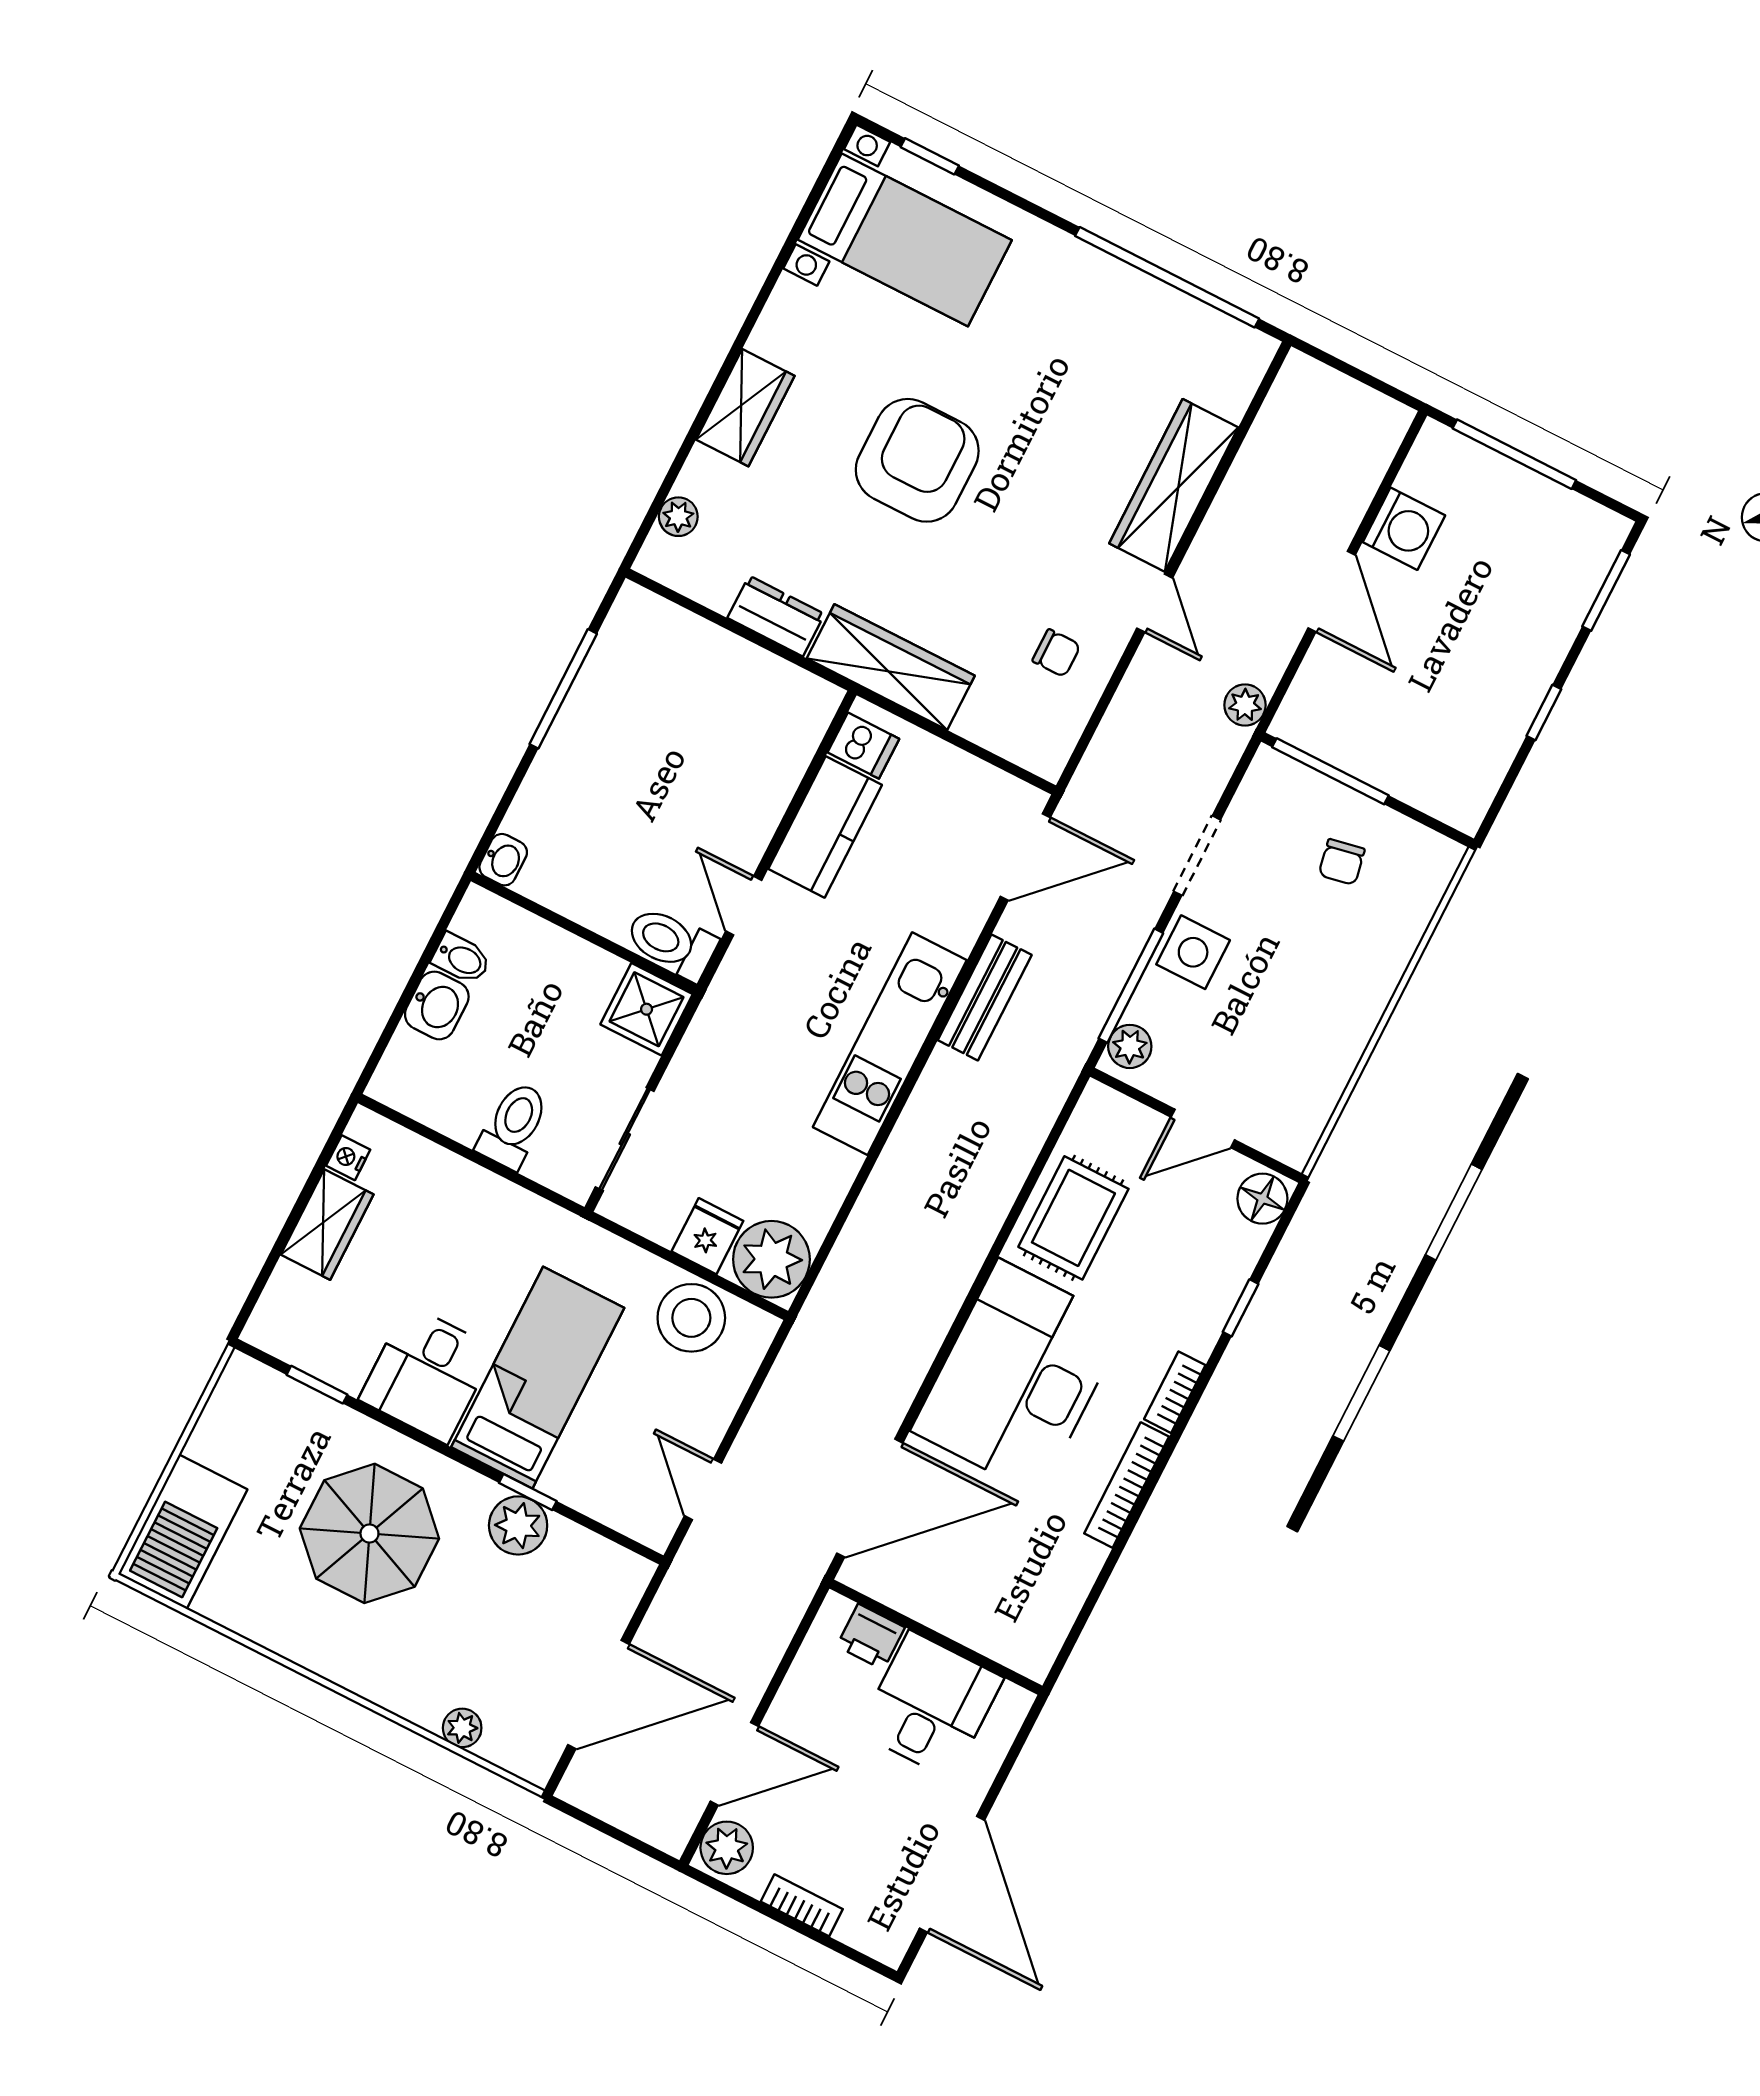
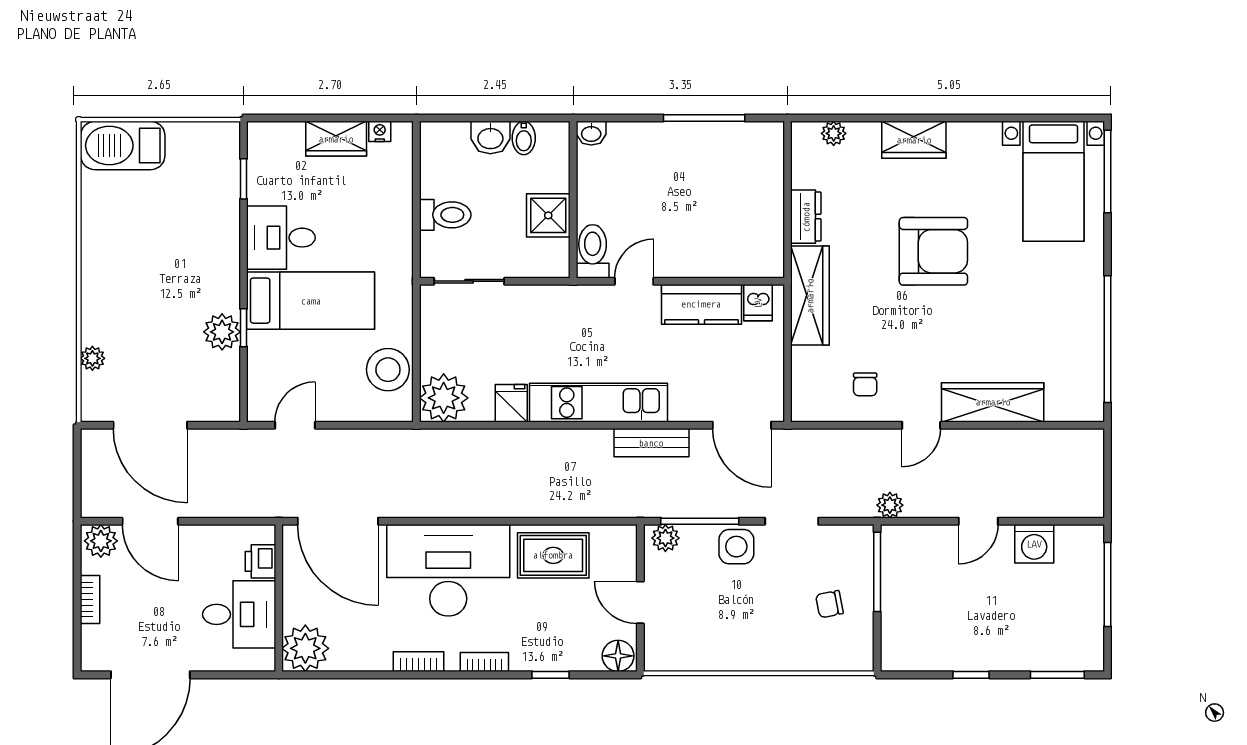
window: (930, 156) -> (1108, 171), width x2.17
door: (1332, 592) -> (978, 521), width x0.73
shower: (647, 1009) -> (548, 215), moved
fridge: (707, 1236) -> (511, 403), moved, turned -90
bookcase: (1127, 1485) -> (419, 662), width x0.64
parasol: (369, 1533) -> (175, 251), removed
plant: (1026, 1636) -> (305, 648), added

